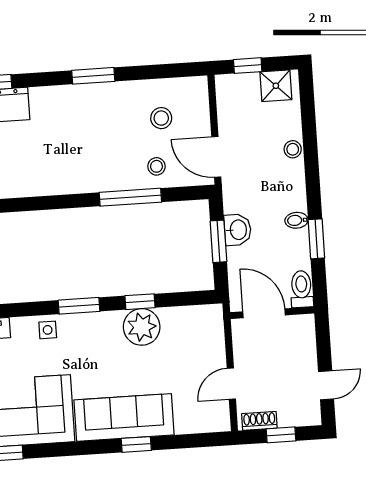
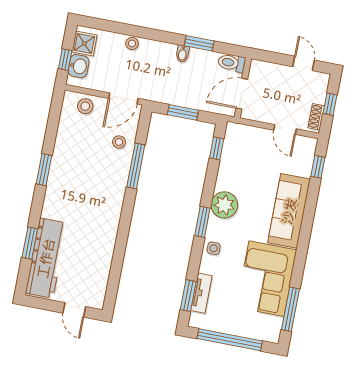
stool: (161, 118) -> (85, 106), moved
washbasin: (238, 230) -> (79, 66), moved, turned 90
window: (140, 302) -> (217, 148), moved
plant: (142, 327) -> (224, 205), moved
window: (136, 444) -> (318, 167), moved

